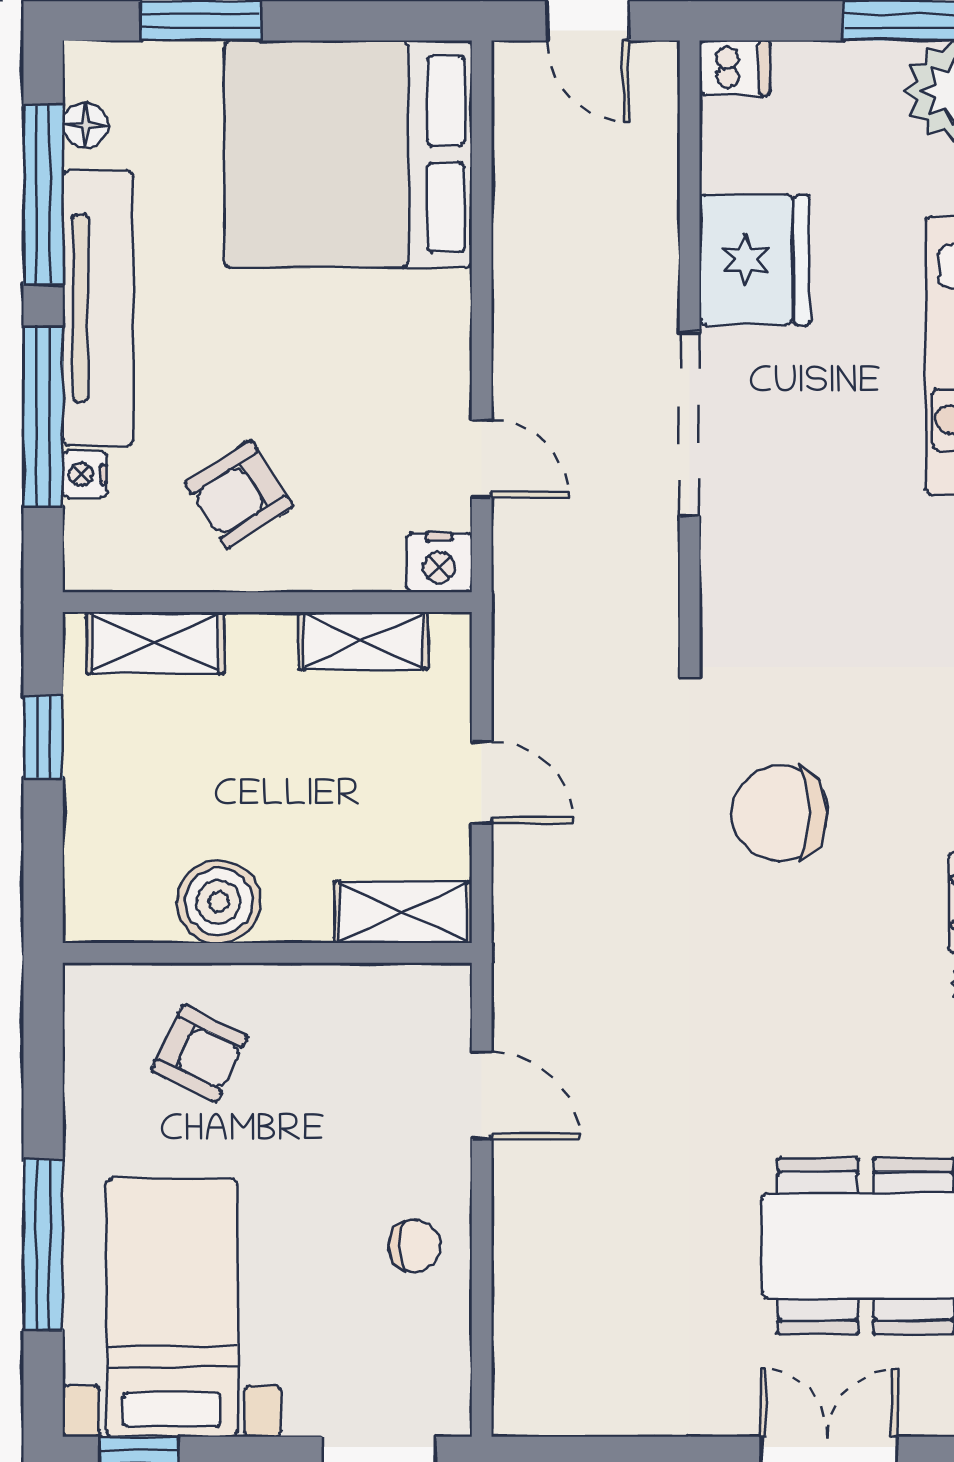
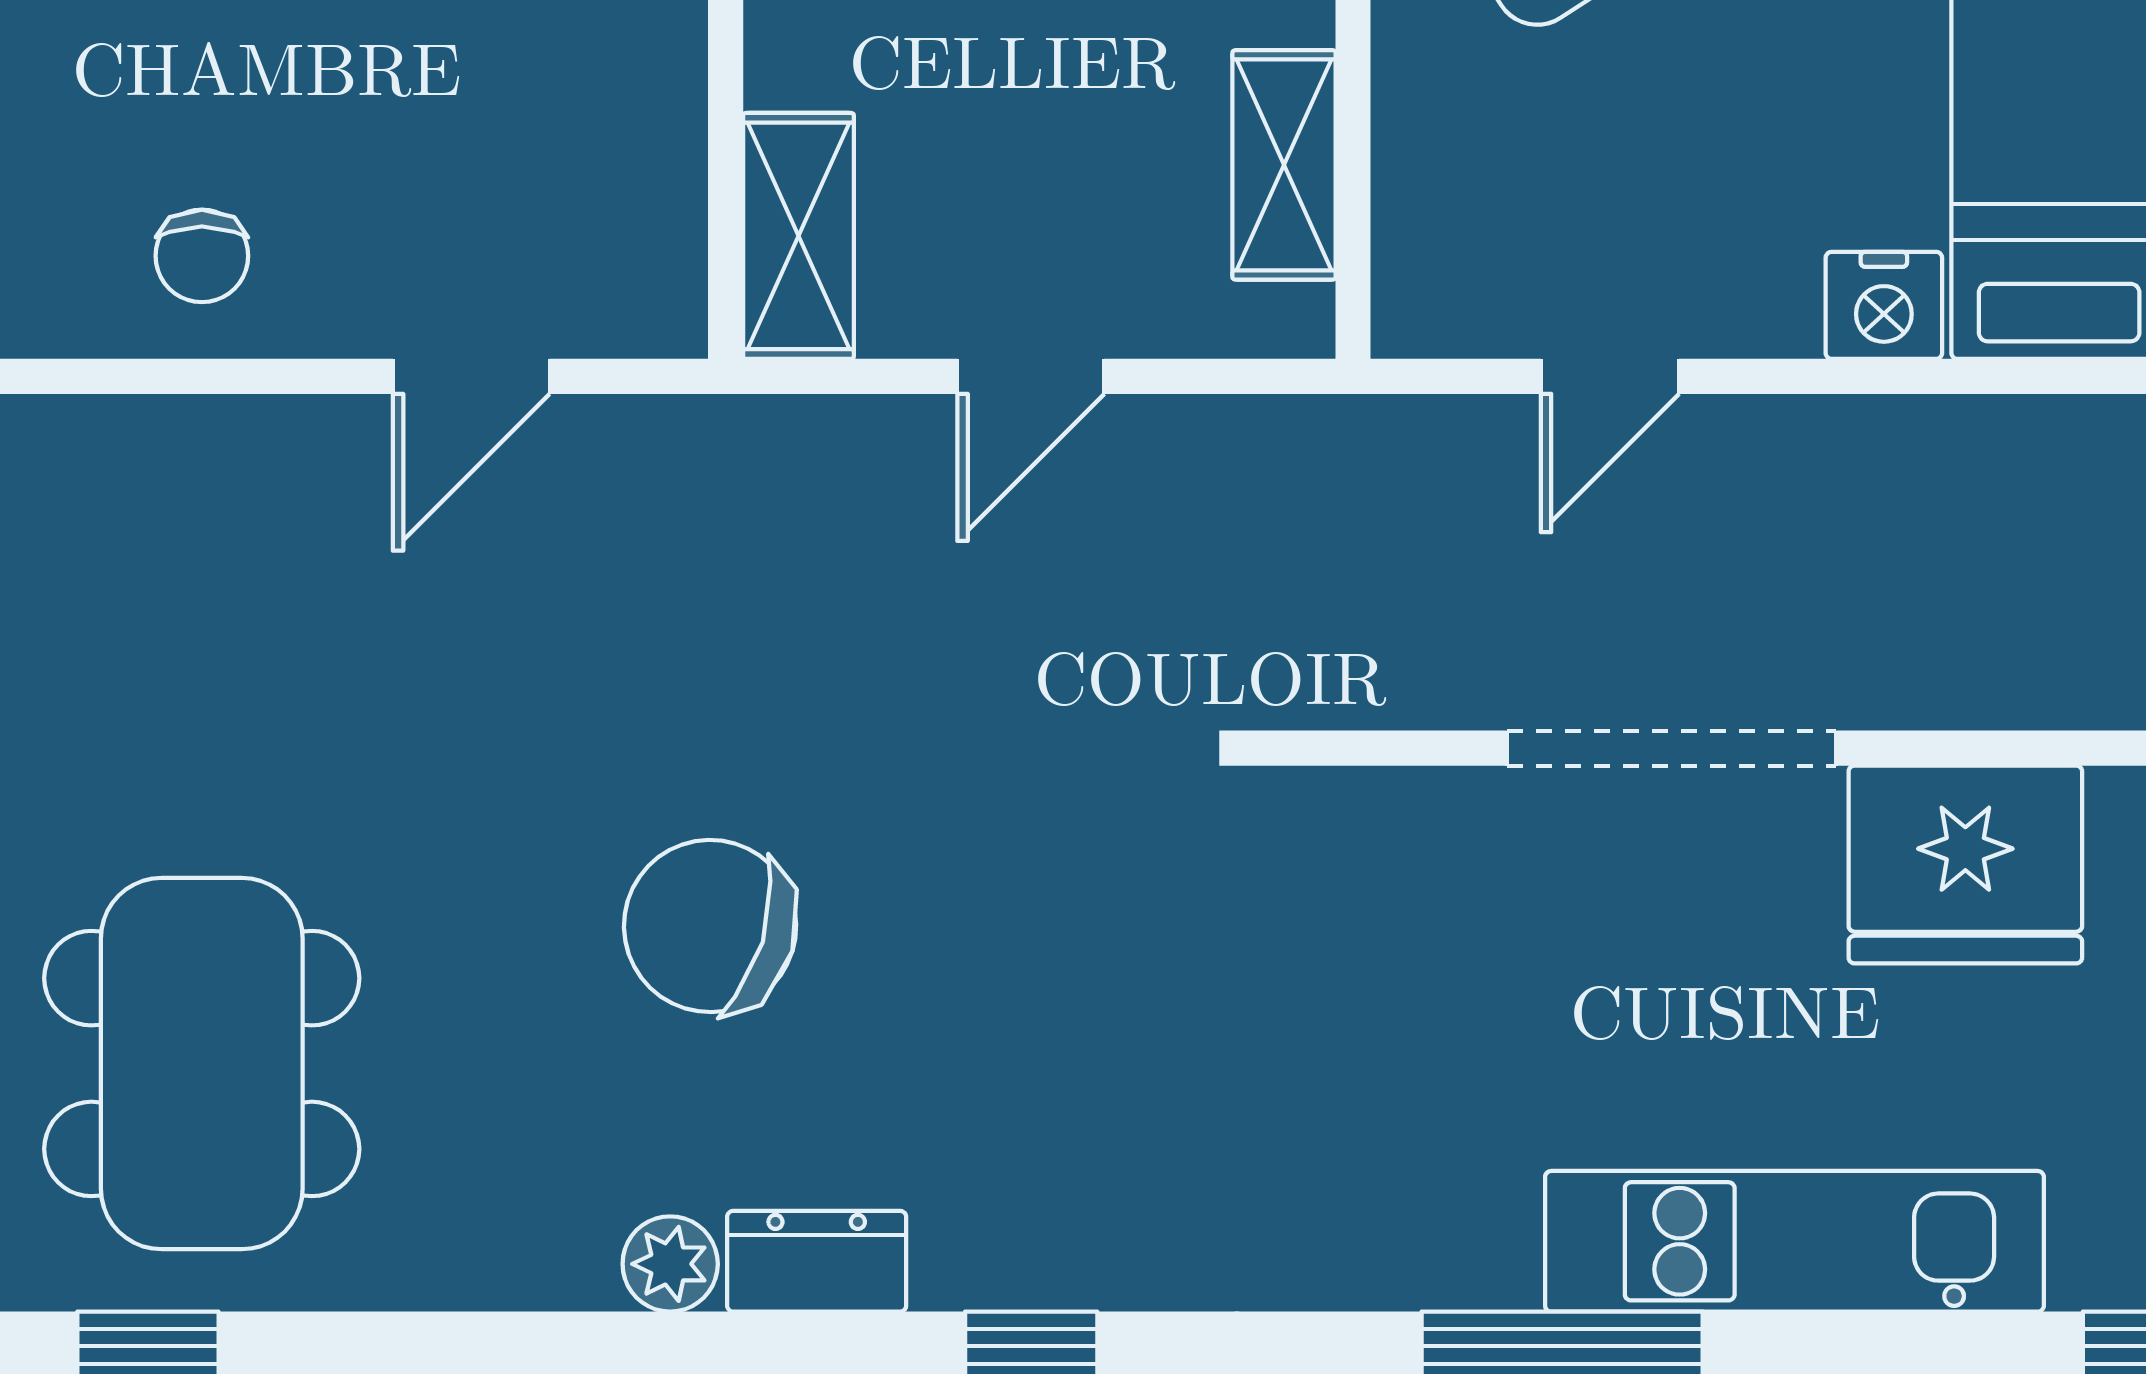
nightstand: (439, 562) -> (1884, 305), moved, turned -90
chair: (780, 813) -> (710, 926), moved, turned -73

